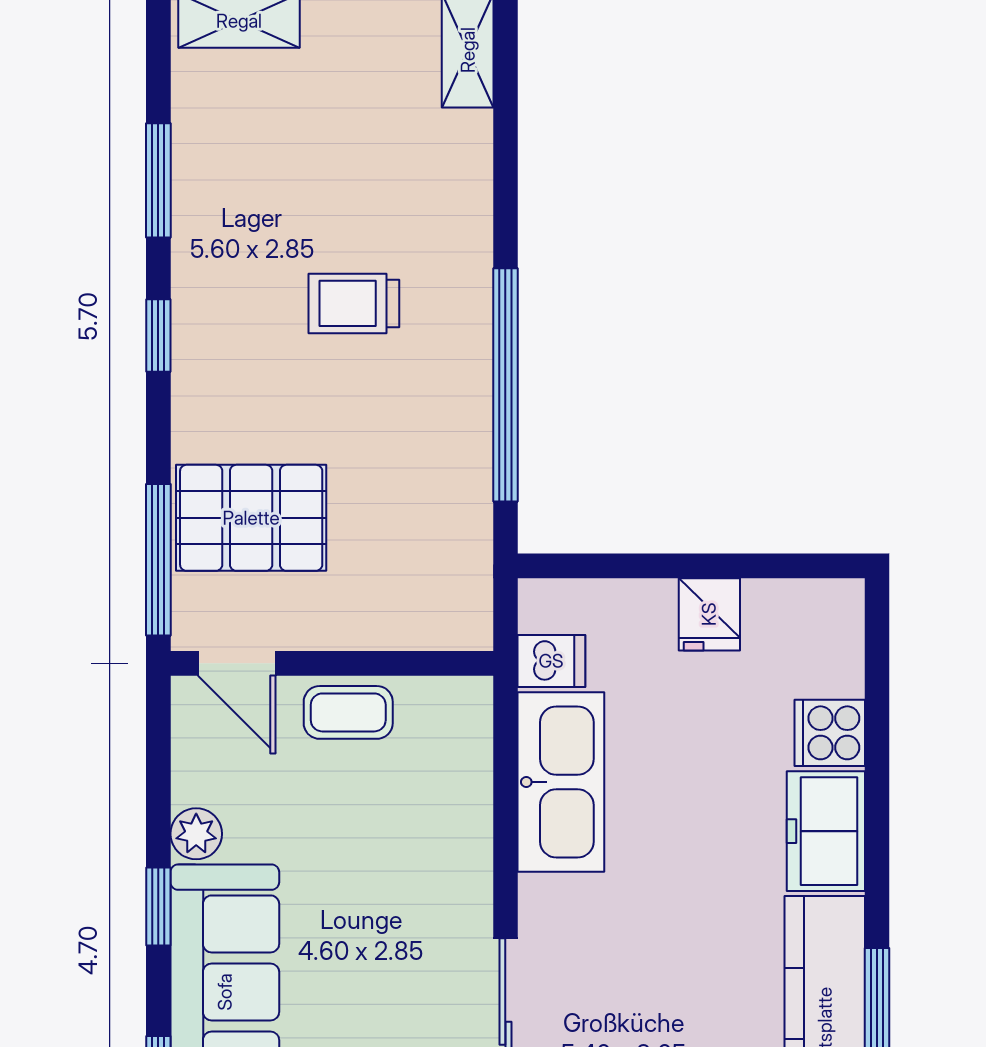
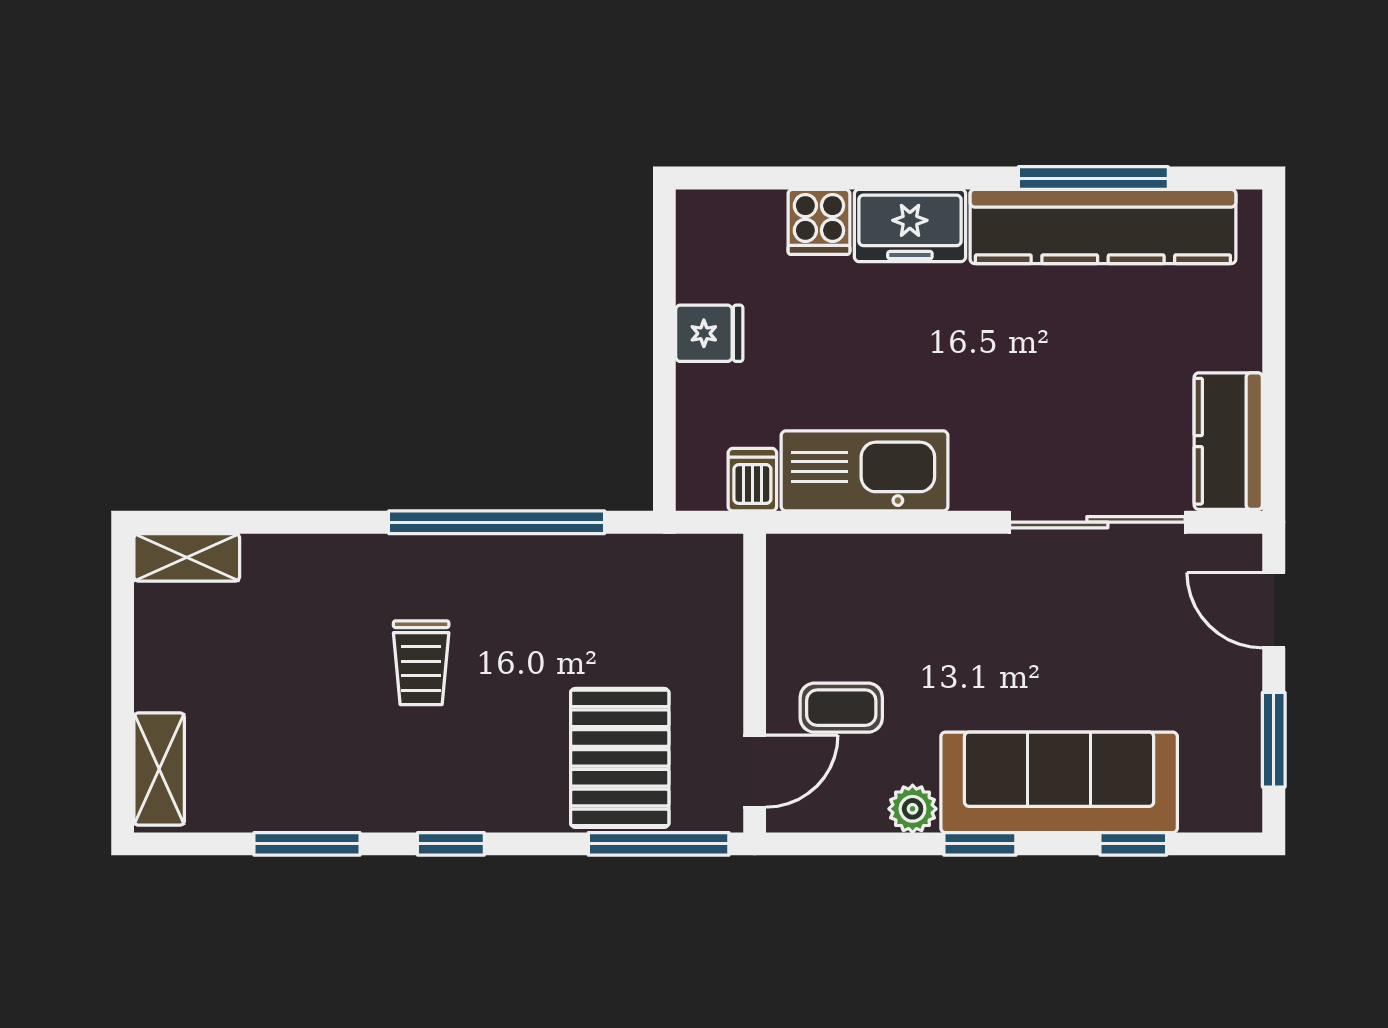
coffee table: (348, 712) -> (841, 708), moved, turned 90

